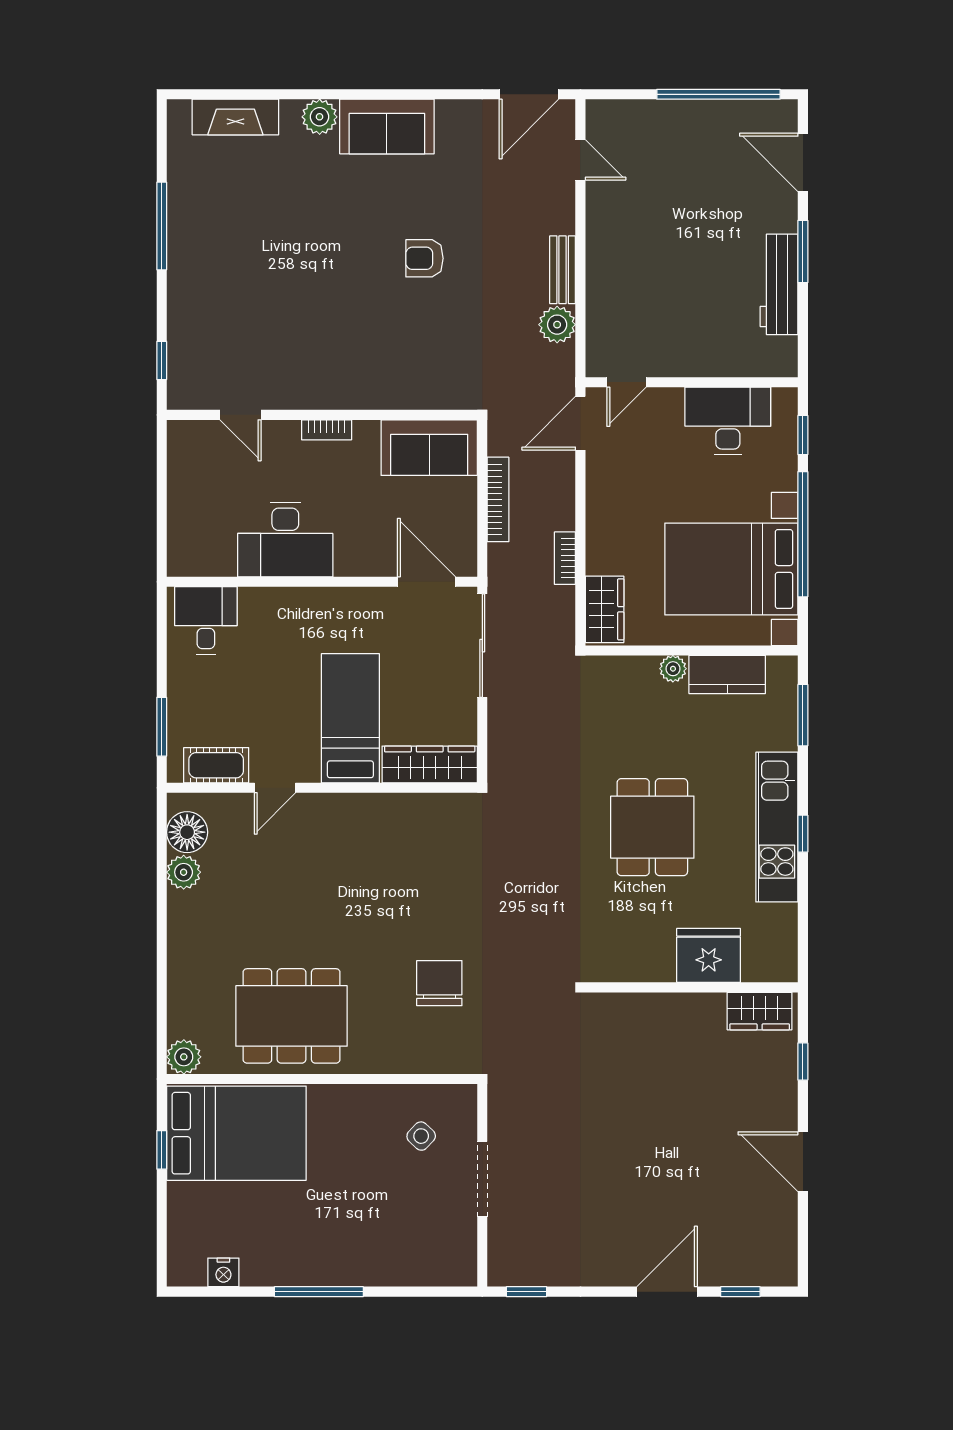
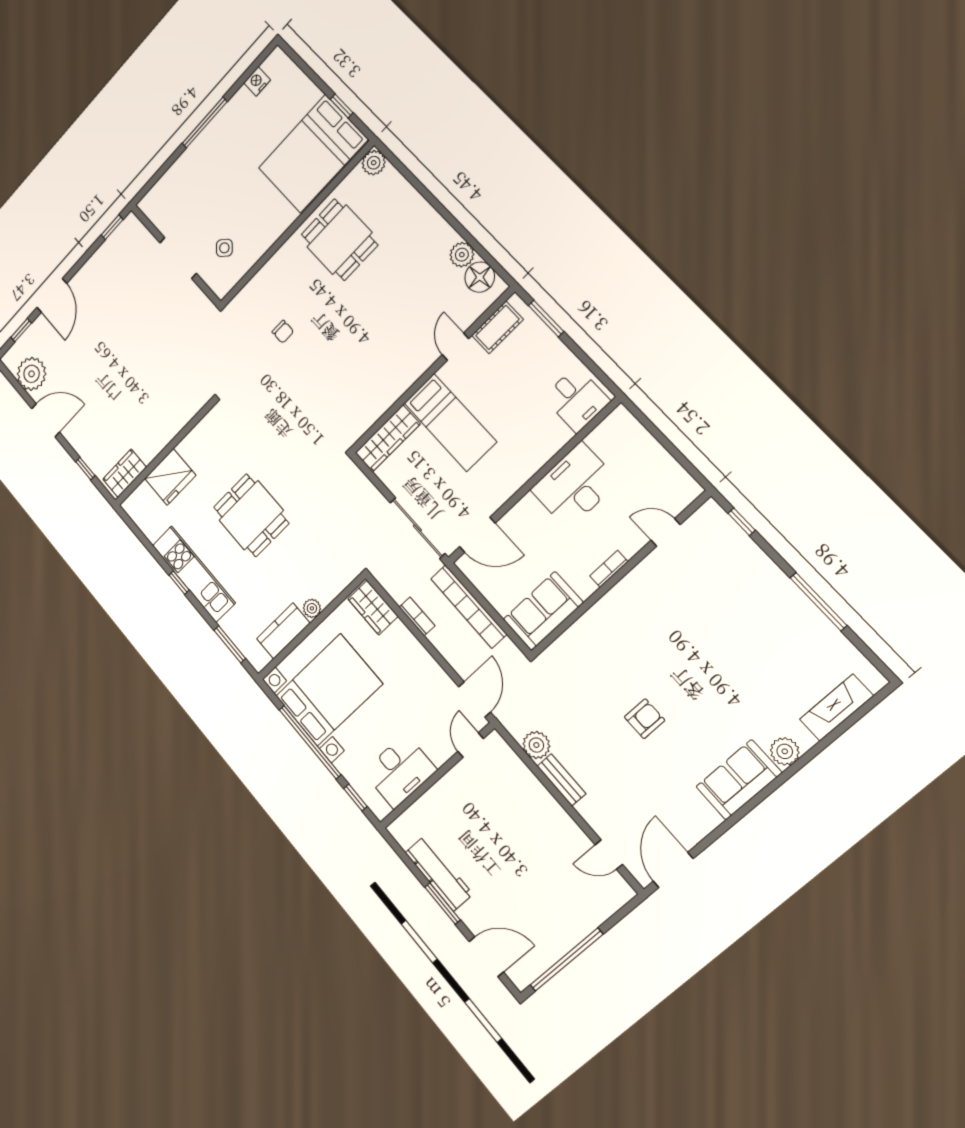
bookcase: (498, 499) -> (469, 606), width x1.48, depth x1.31
chair: (439, 983) -> (283, 332), width x0.54, depth x0.54
dining table: (292, 1016) -> (339, 240), width x0.73
plant: (773, 1230) -> (32, 374), added

